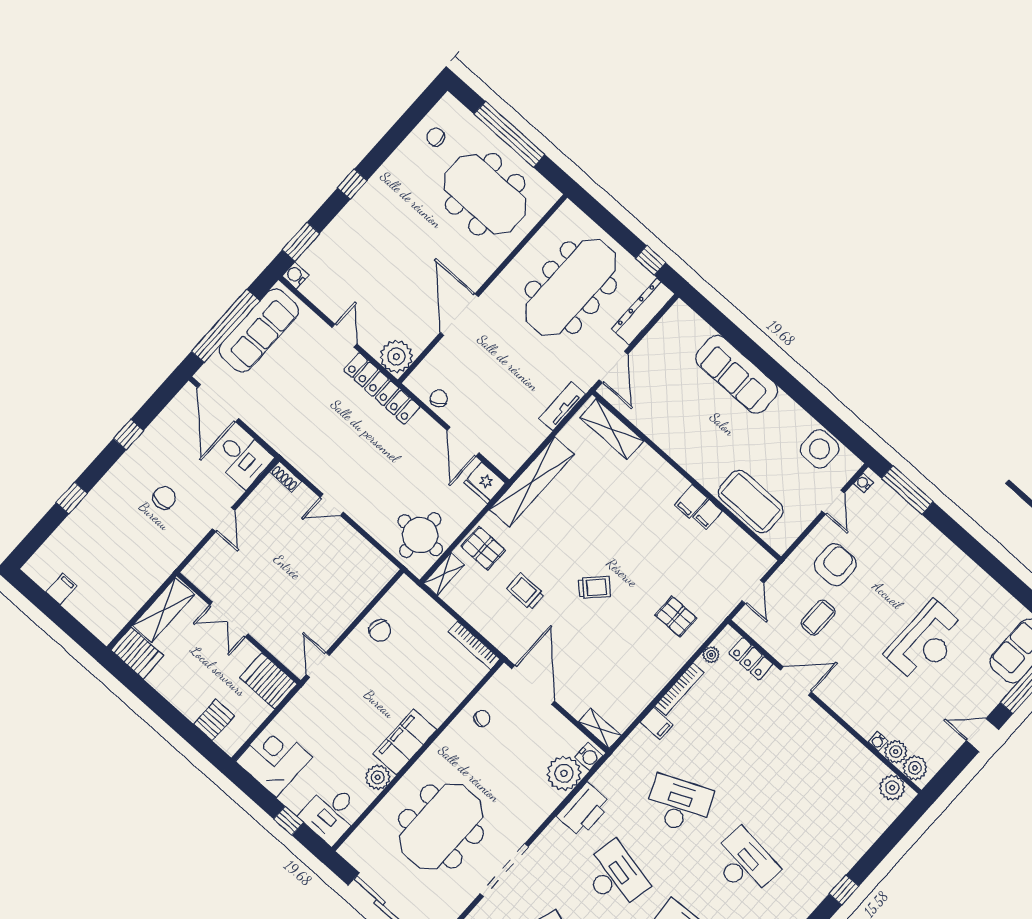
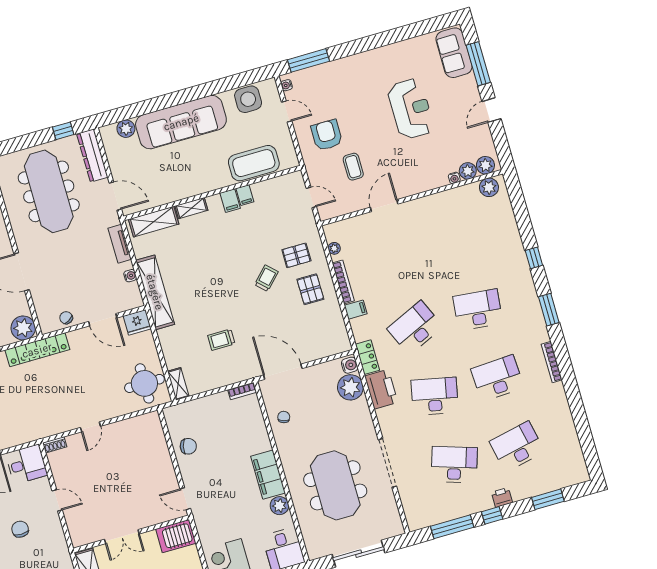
plant: (698, 331) -> (126, 129), added
sofa: (737, 374) -> (181, 122), width x1.36, depth x1.27
water cooler: (533, 441) -> (130, 276), added
pallet: (483, 548) -> (310, 289), moved, turned 90
trolley: (594, 587) -> (266, 278), moved
bookcase: (474, 645) -> (242, 391), width x0.64
locker: (751, 659) -> (367, 357), moved, turned -90
shelving: (600, 729) -> (191, 208), moved

